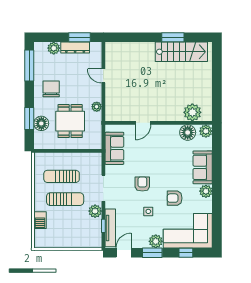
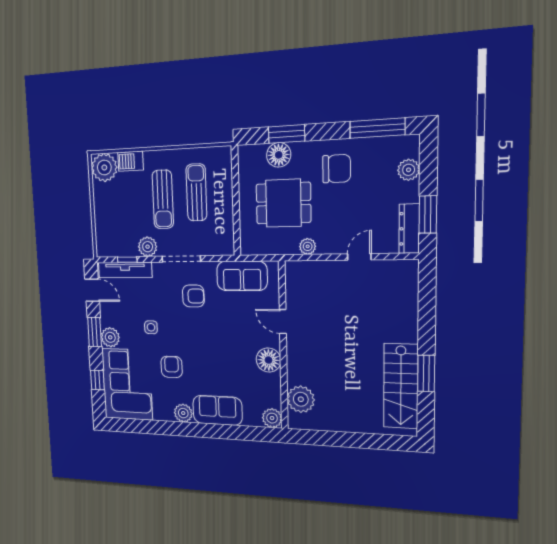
dresser: (75, 48) -> (409, 229), moved
floor lamp: (188, 133) -> (269, 360), moved
armchair: (142, 184) -> (193, 296), moved
plant: (43, 239) -> (104, 168), added

